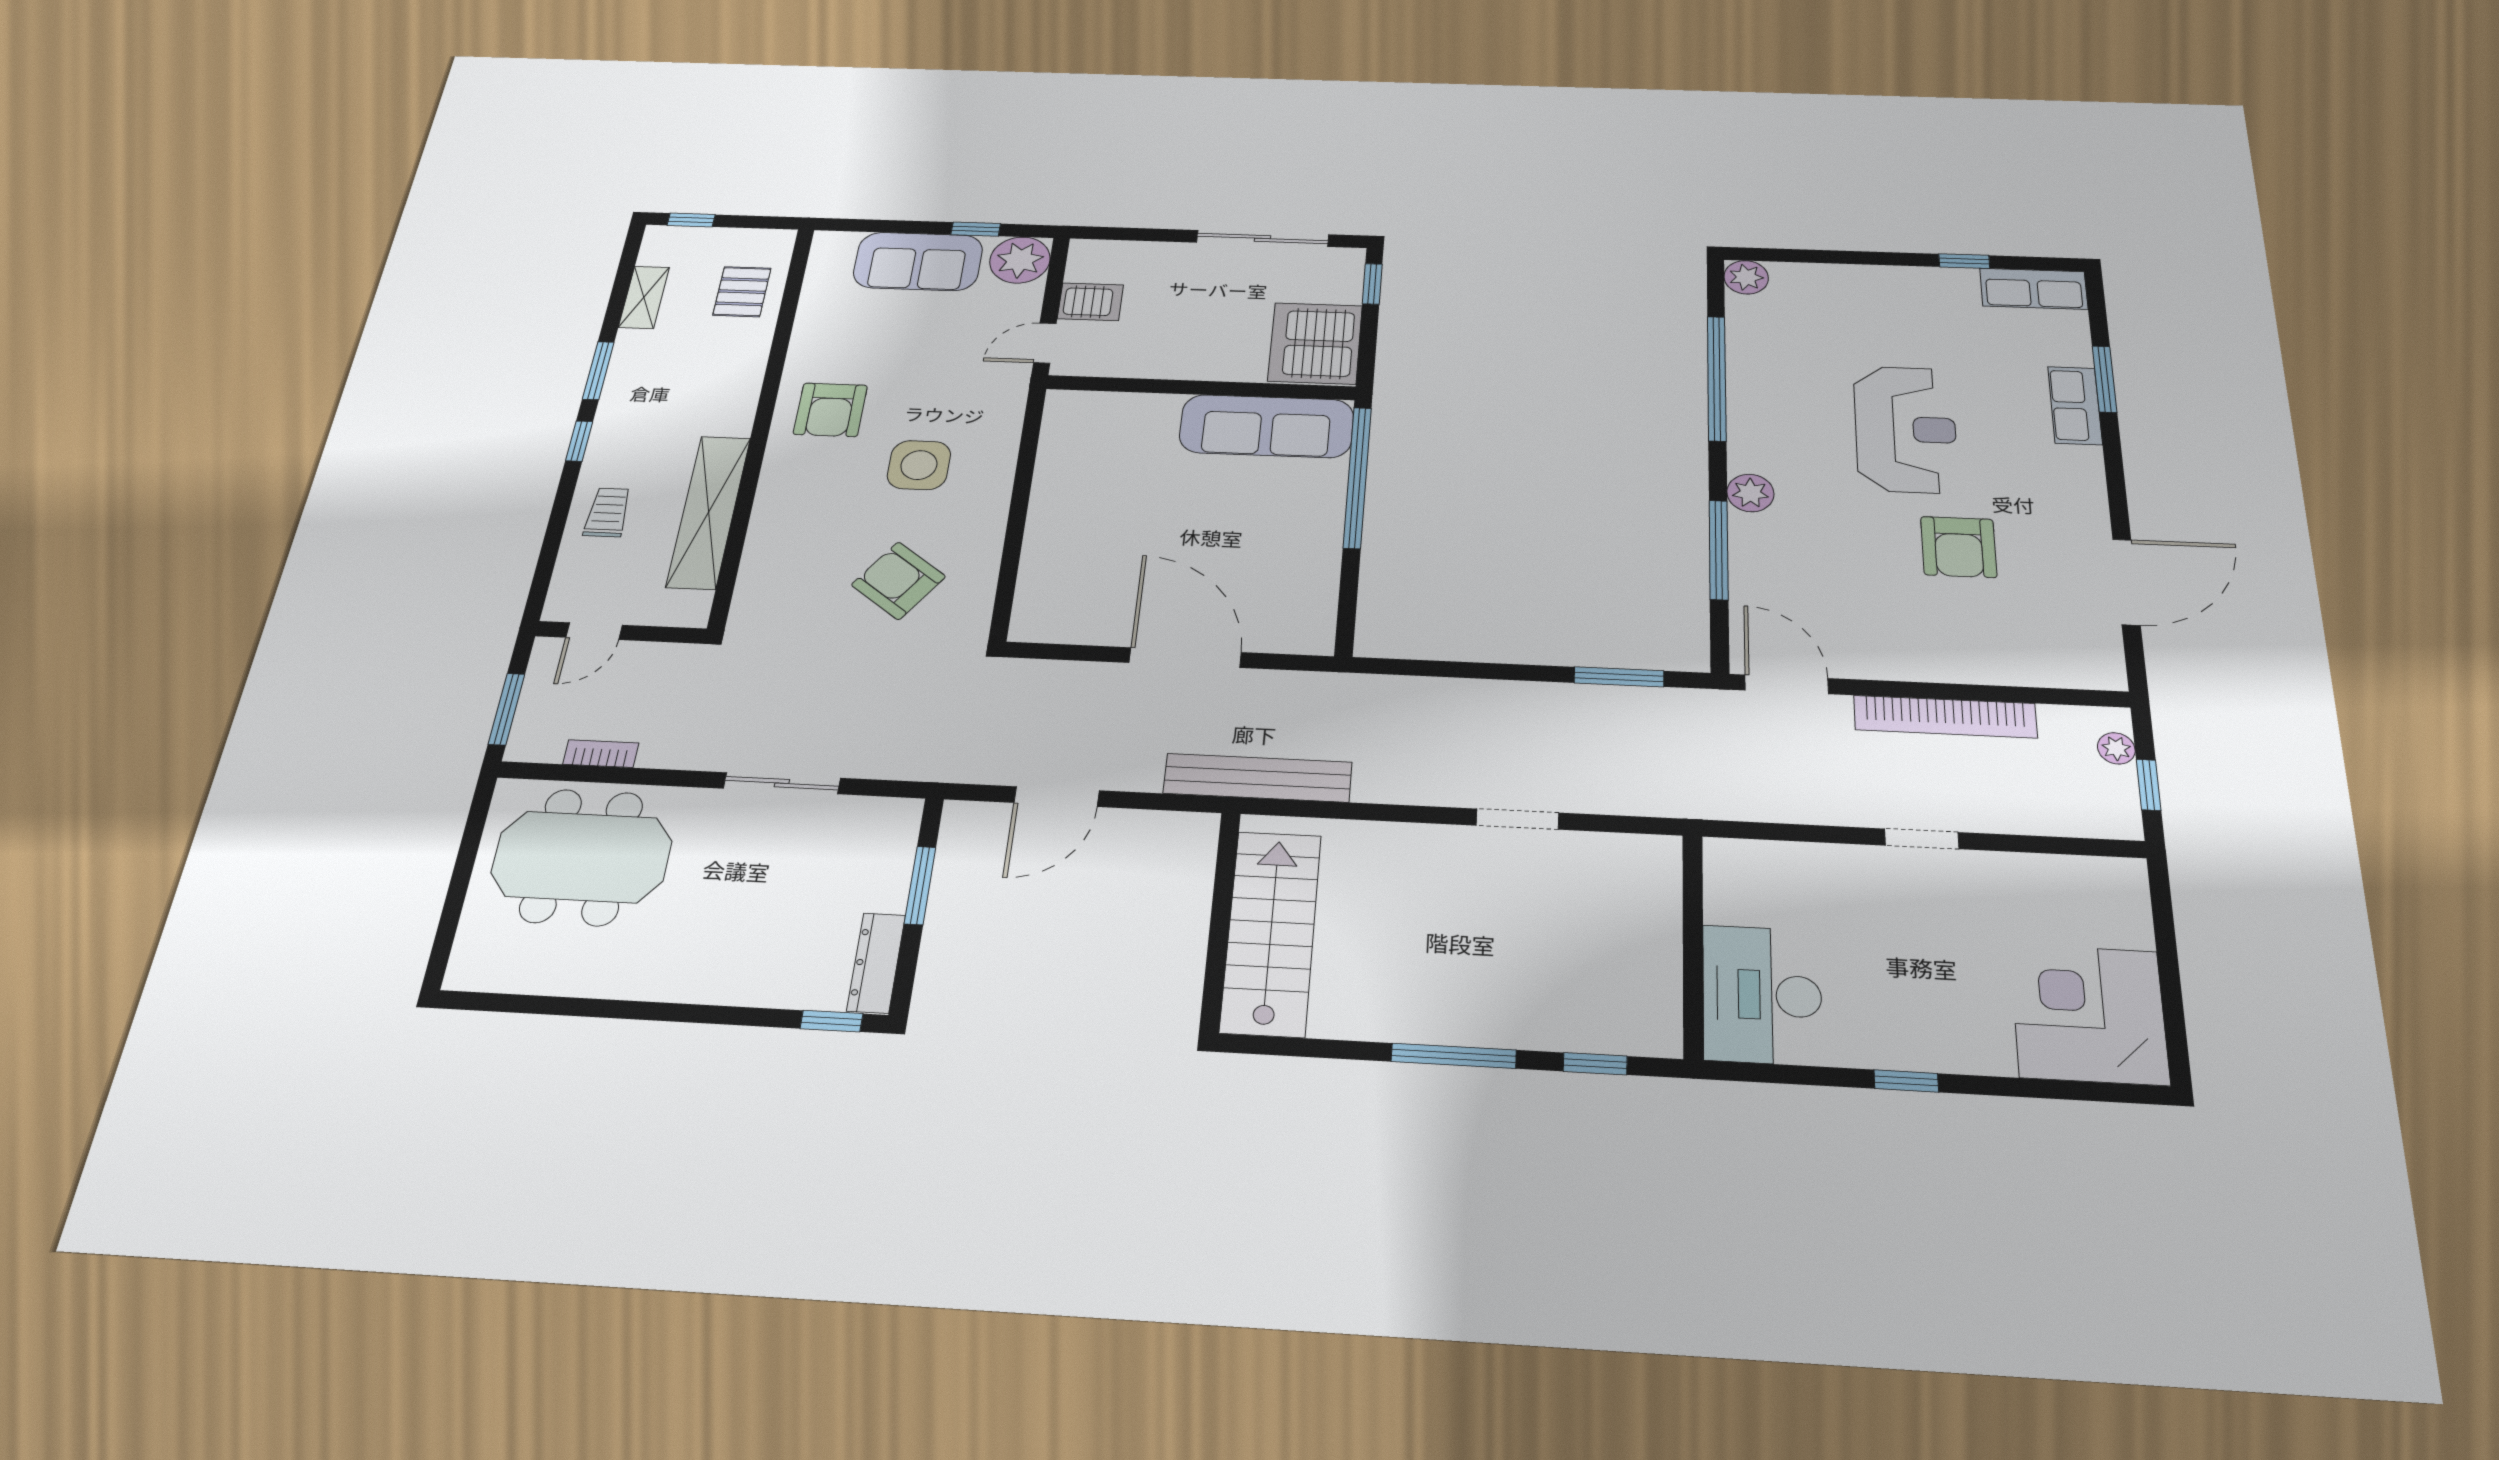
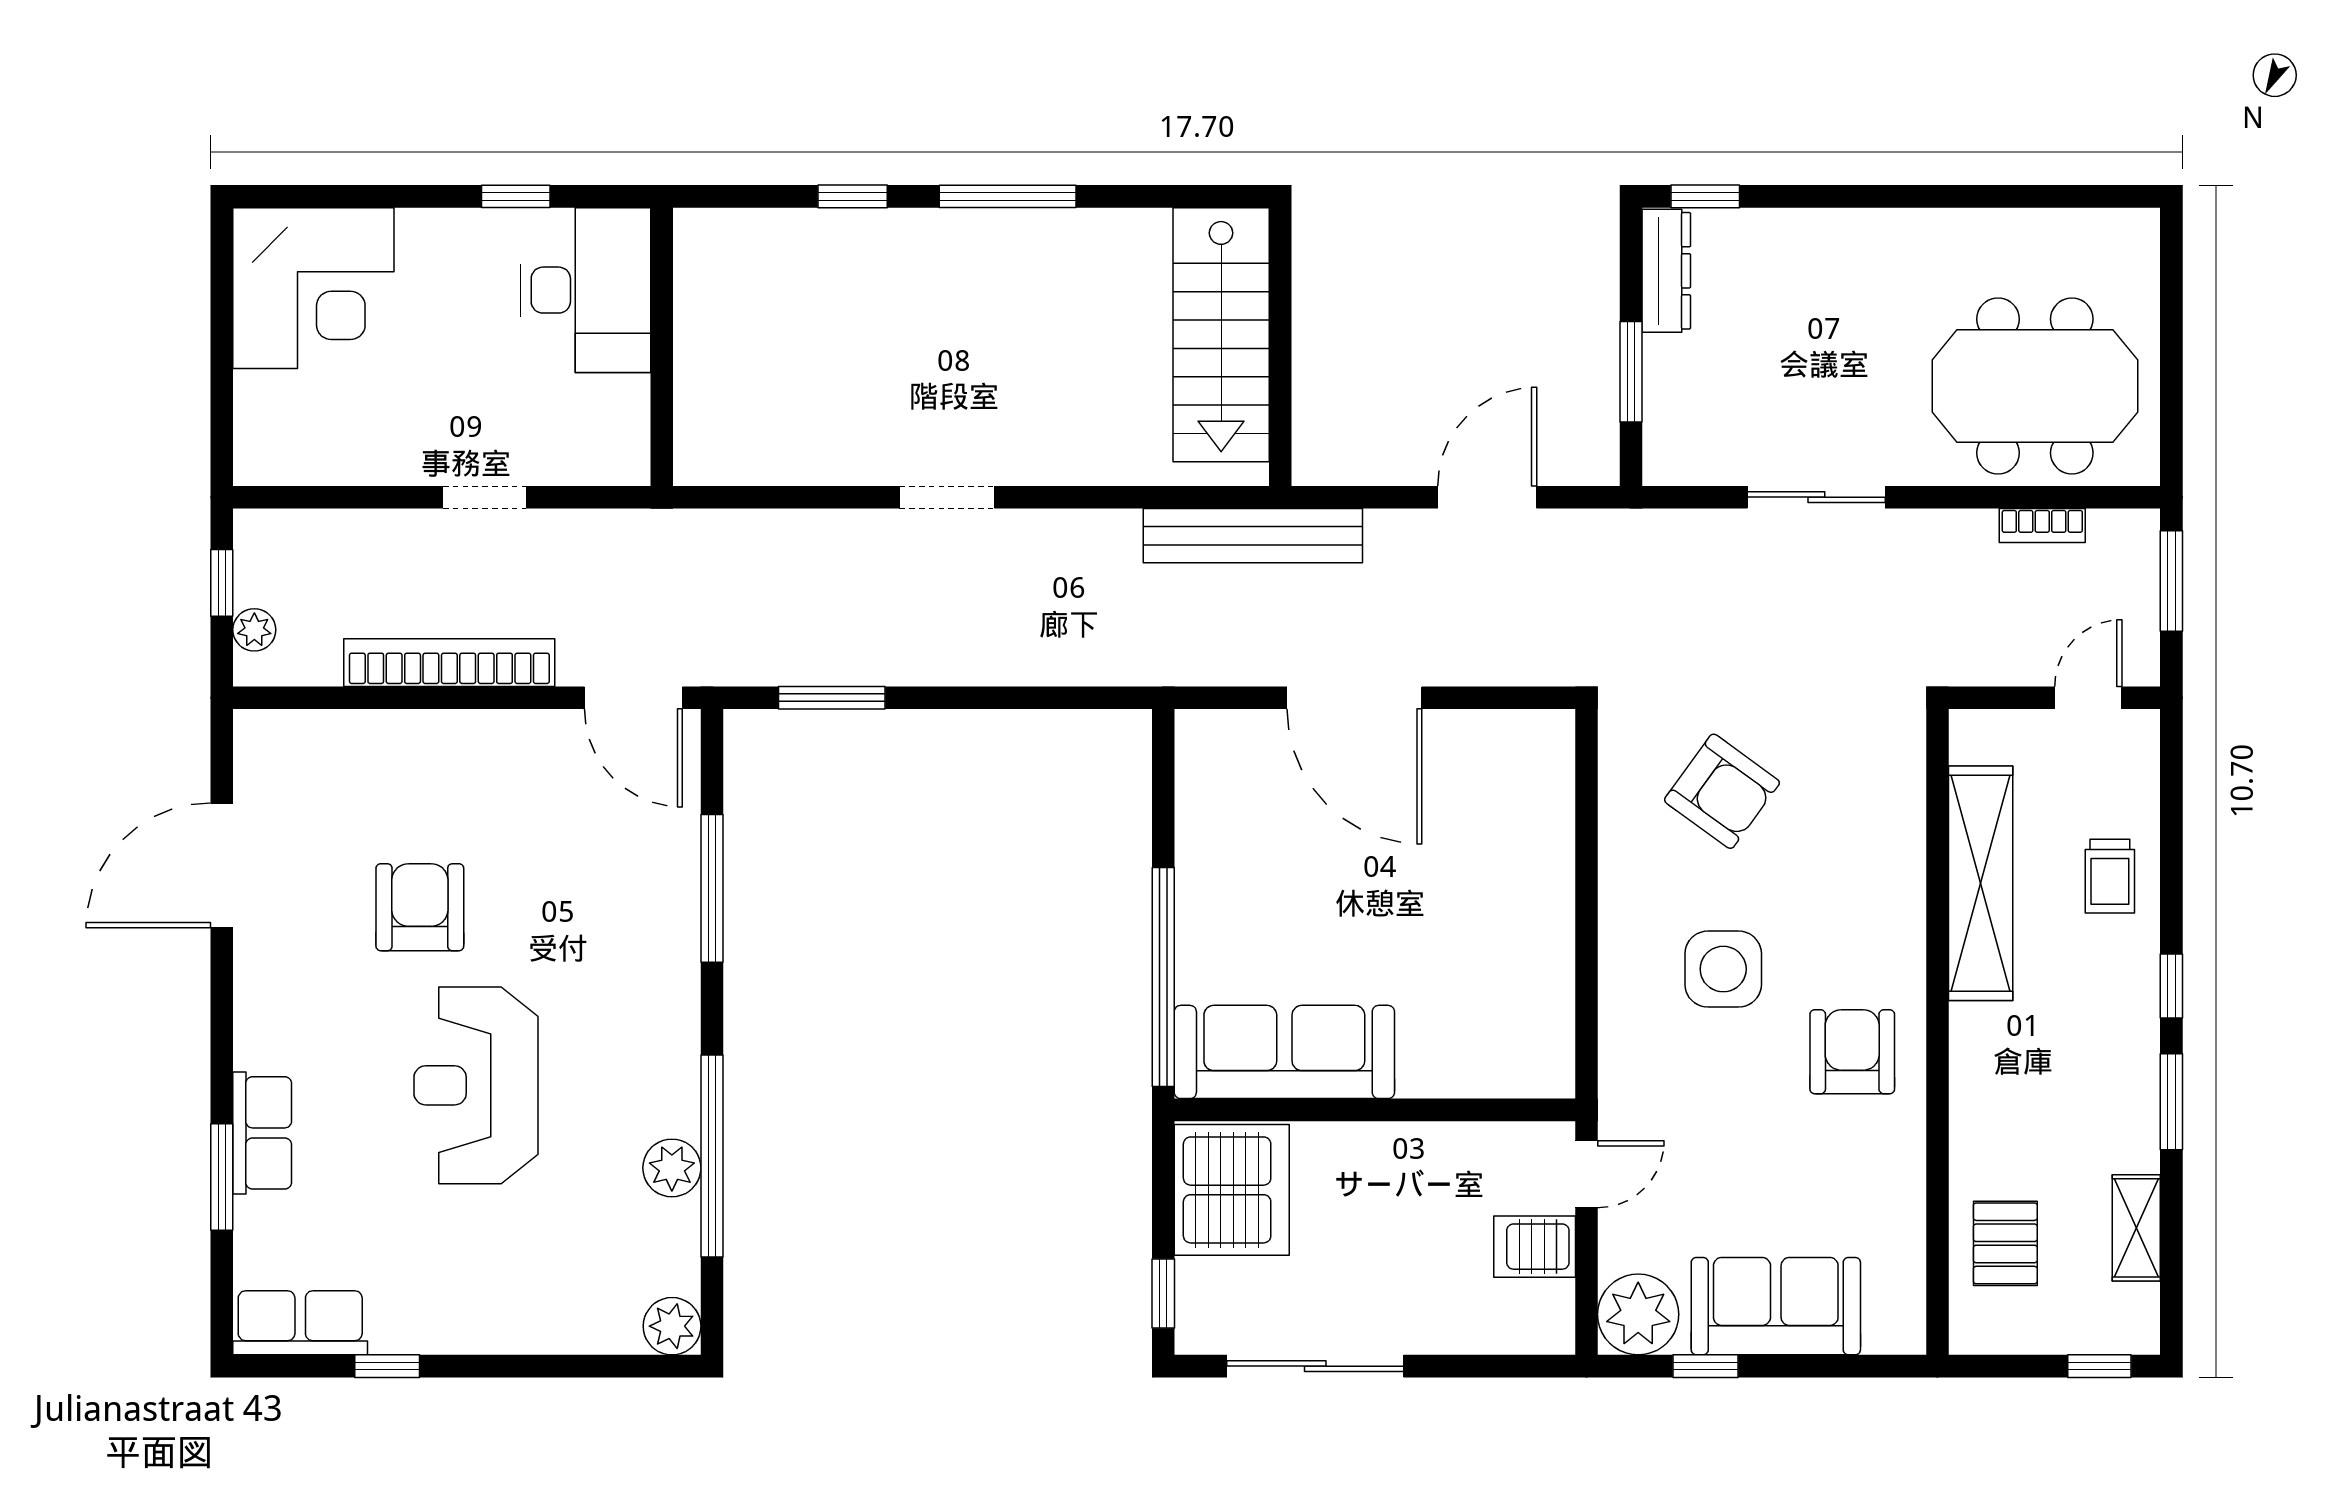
plant: (1750, 493) -> (672, 1168), moved
wall: (1693, 945) -> (662, 347), moved
desk: (1762, 995) -> (586, 290), moved

